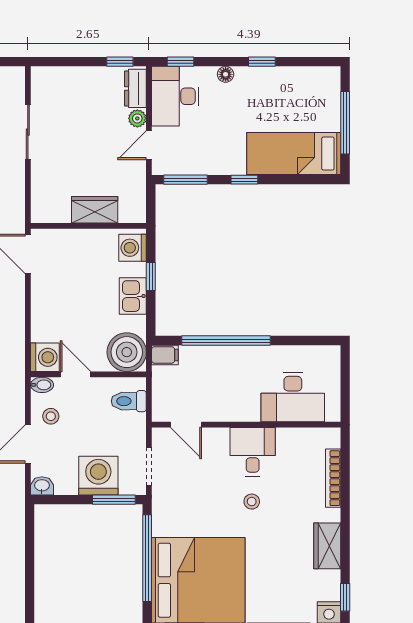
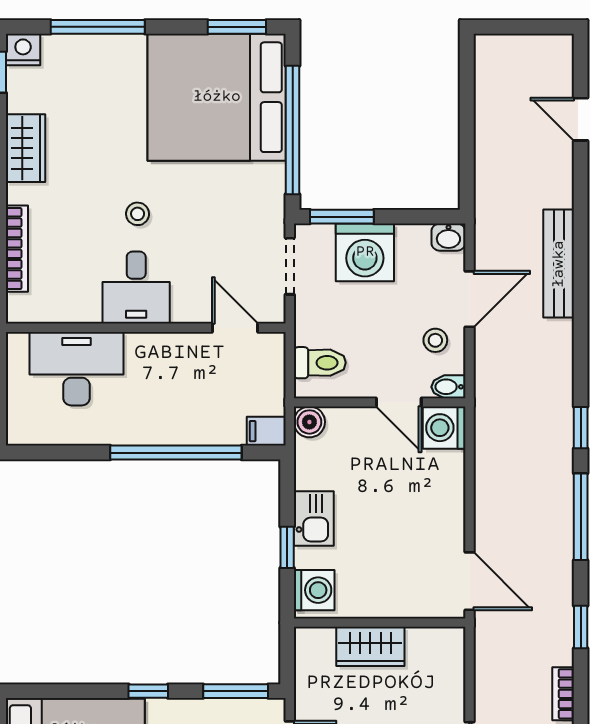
boiler: (127, 352) -> (309, 422), width x0.54, depth x0.54

